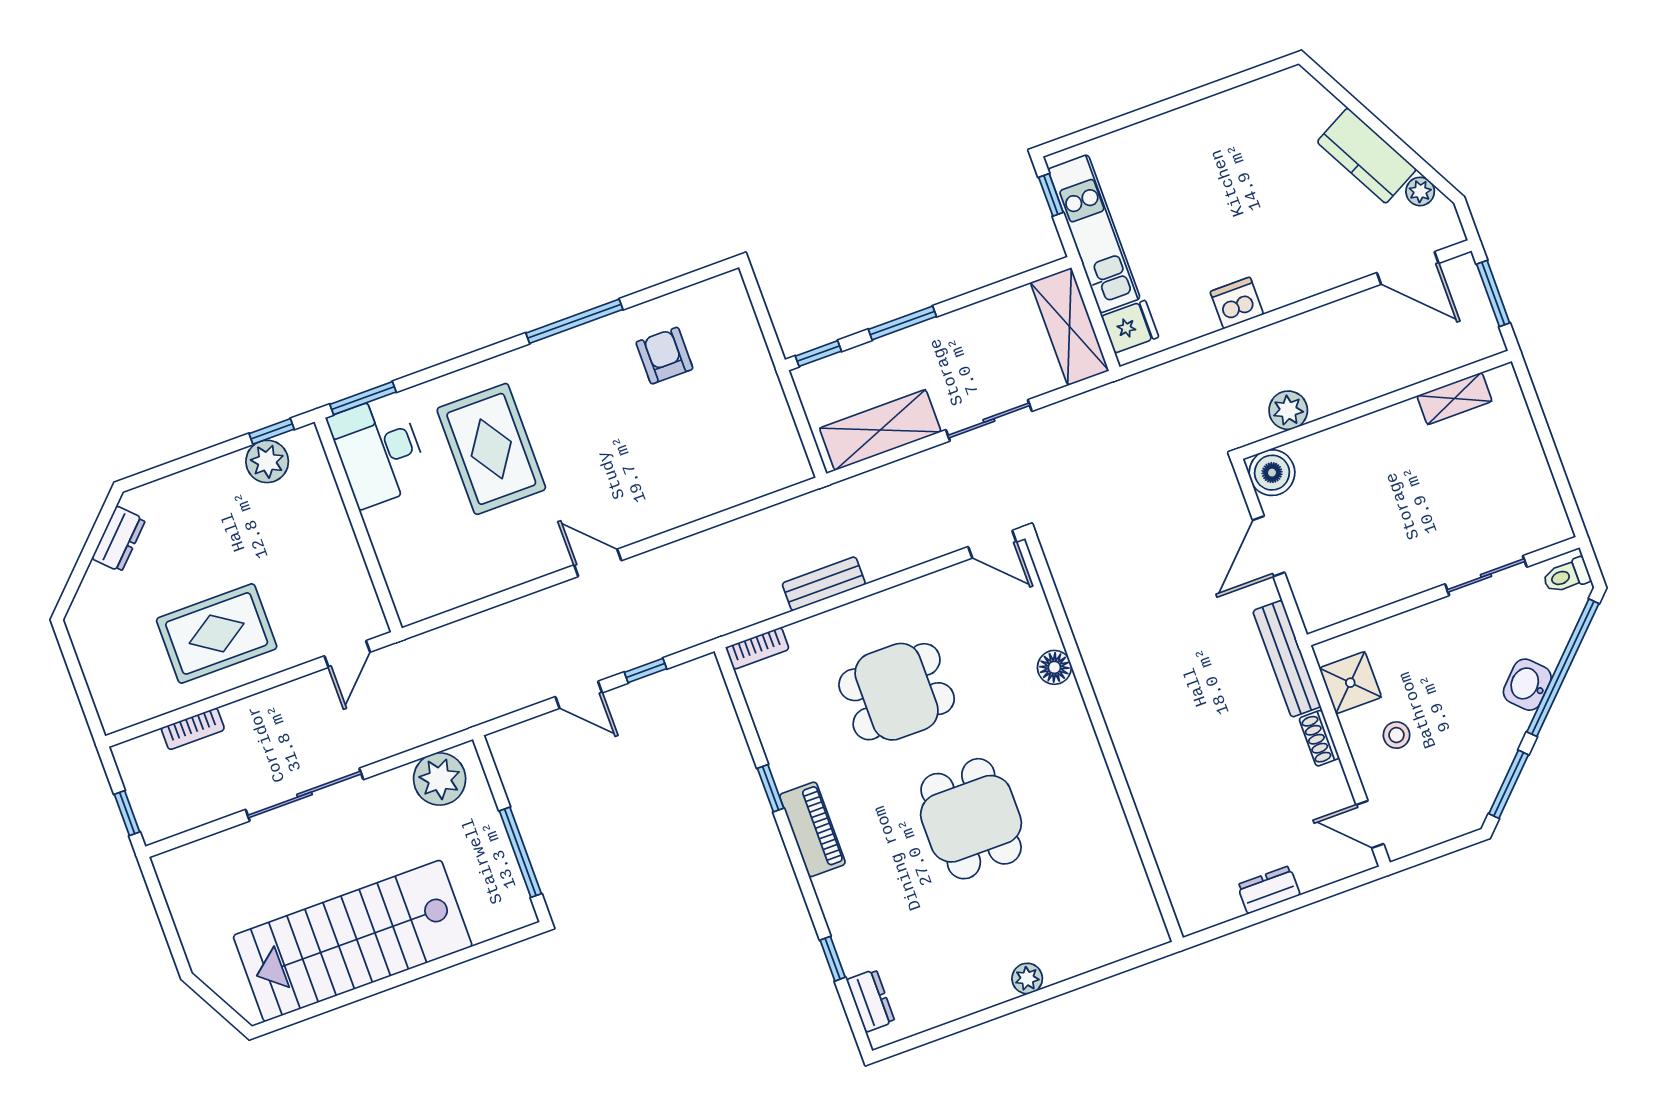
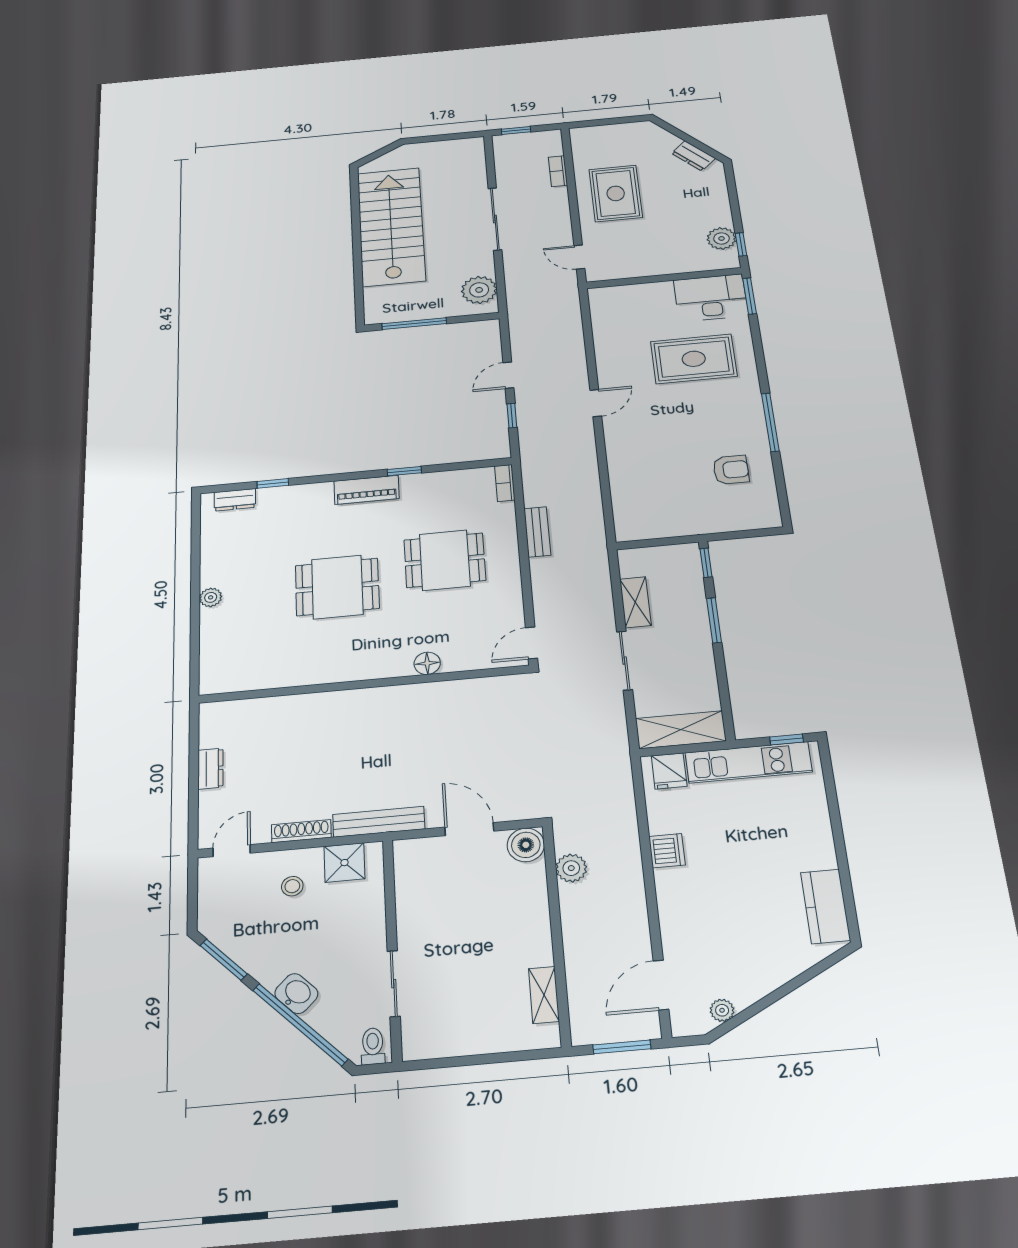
kitchen counter: (1367, 156) -> (825, 906), moved, turned -62
shelving: (880, 430) -> (635, 602), width x0.67, depth x0.75
dining table: (897, 692) -> (445, 560), turned 90
shoe rack: (1319, 738) -> (301, 831), width x1.43

